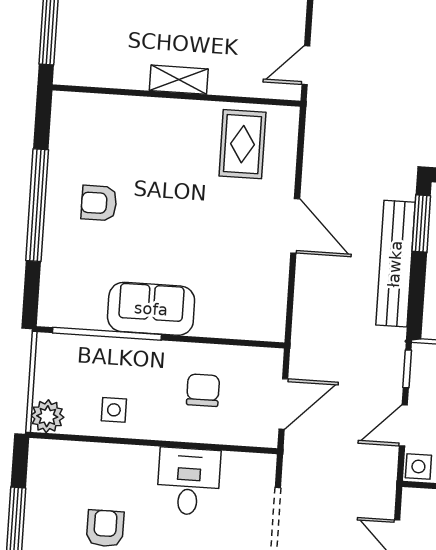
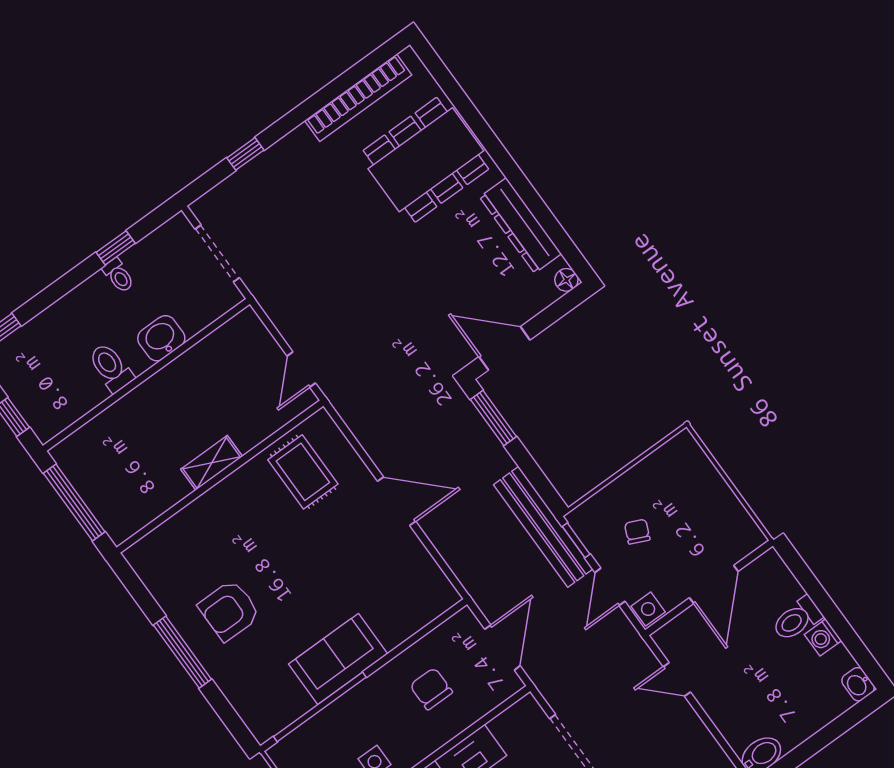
armchair: (99, 203) -> (229, 610), width x1.38, depth x1.38
window: (37, 205) -> (182, 652), width x0.68
bench: (395, 264) -> (543, 527), moved

